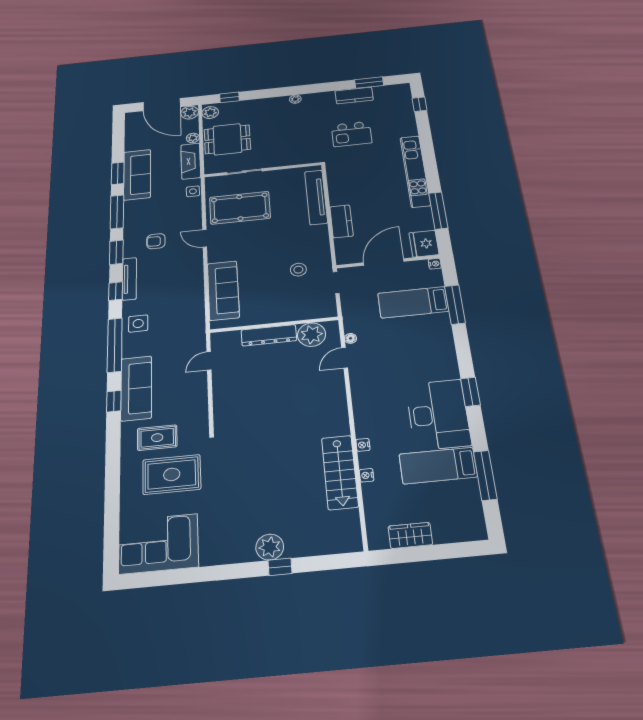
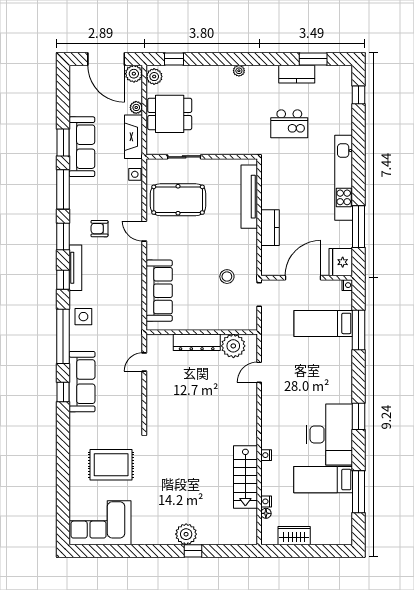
floor lamp: (350, 338) -> (266, 513), moved
rug: (157, 438) -> (99, 430), removed
nightstand: (367, 475) -> (266, 501), moved

